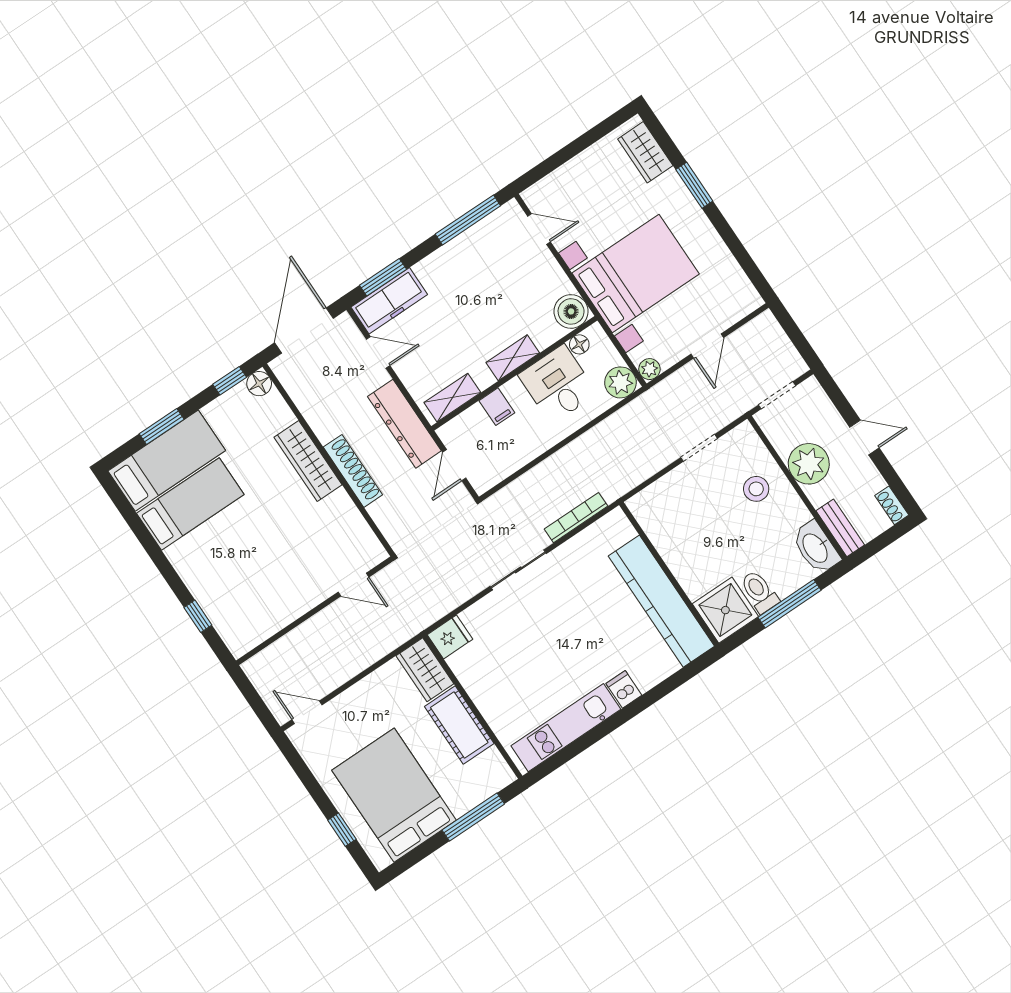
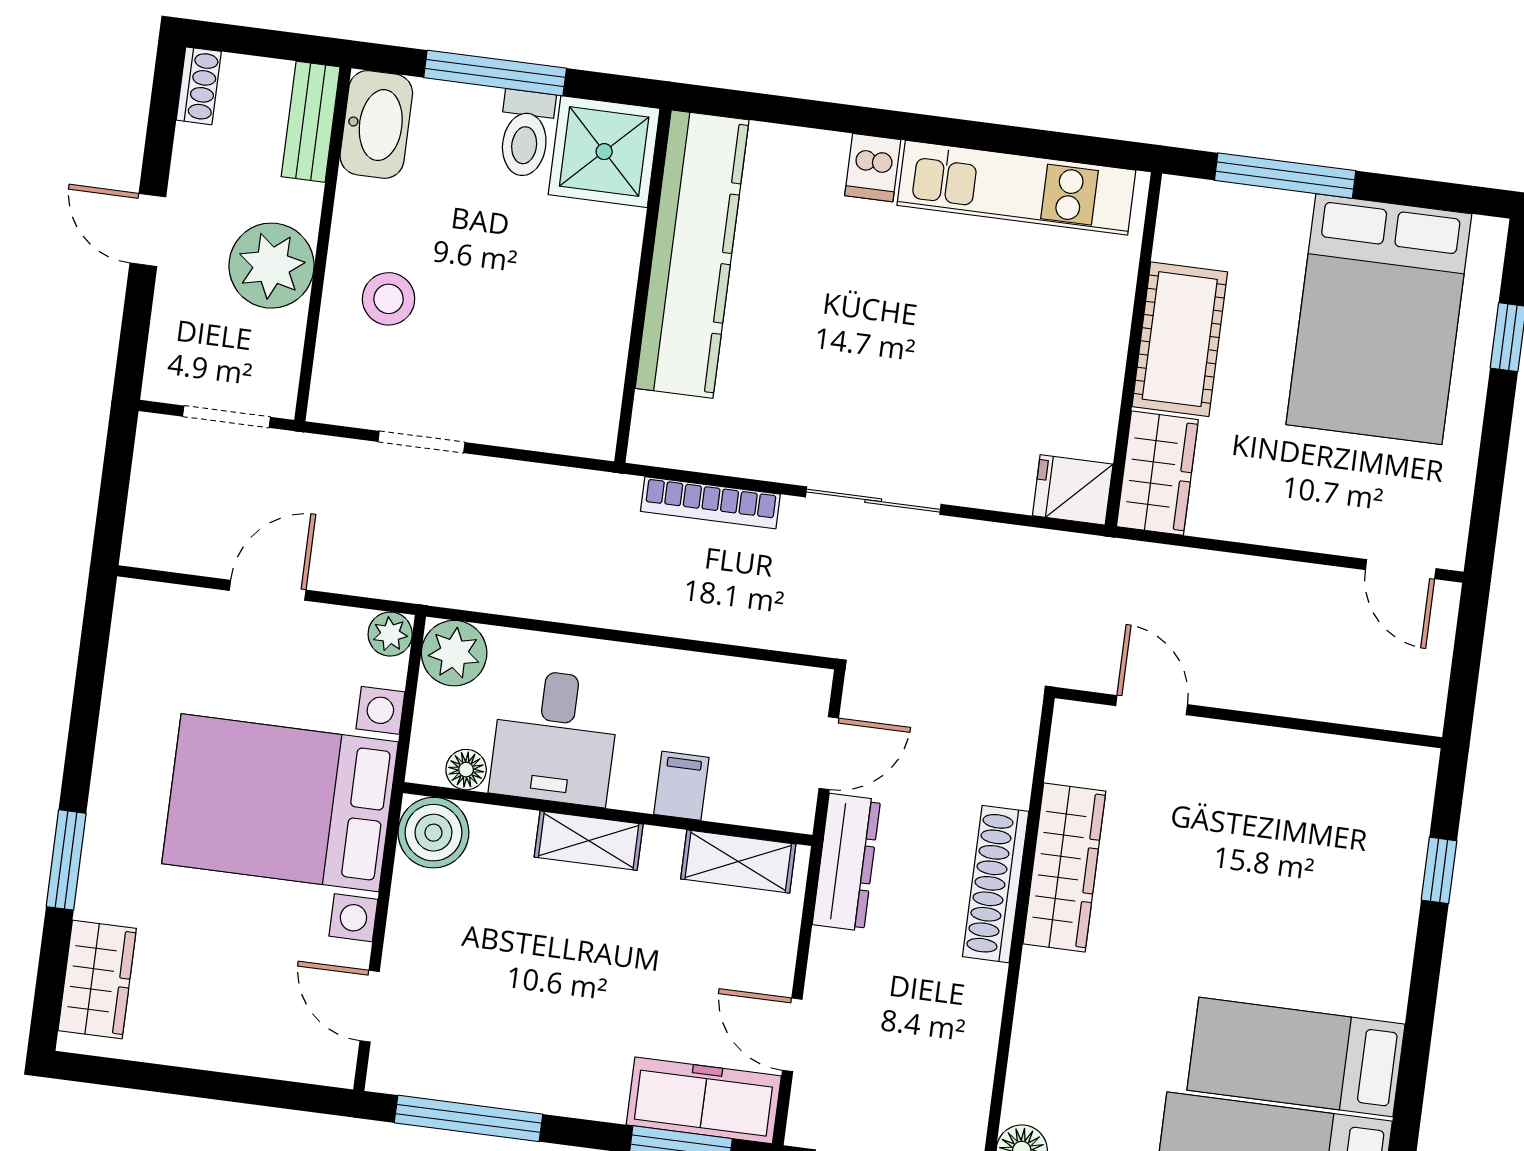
dresser: (404, 424) -> (846, 862), width x0.73, depth x0.80
wardrobe: (308, 461) -> (1064, 867), moved

